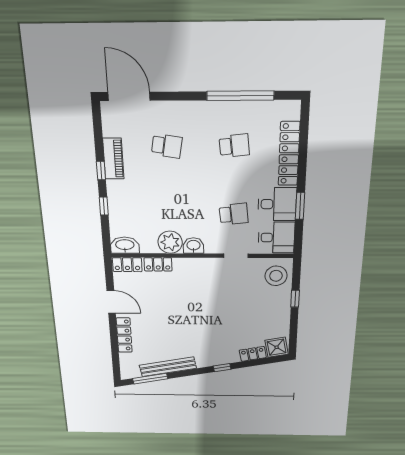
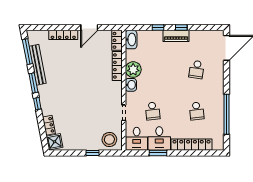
piano: (113, 159) -> (176, 36), moved
locker: (158, 264) -> (117, 66), width x1.53
window: (193, 372) -> (33, 83), added

